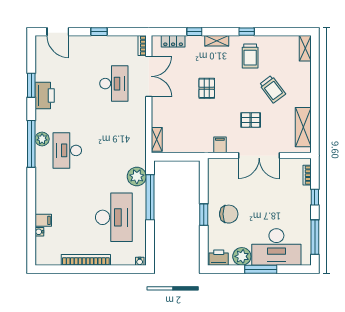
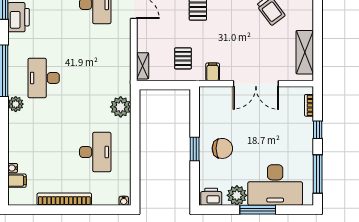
pallet: (251, 120) -> (183, 58), moved, turned 90
plant: (42, 139) -> (16, 104), moved
window: (150, 197) -> (135, 130), removed
desk: (114, 217) -> (95, 152), width x0.73, depth x0.77
filing cabinet: (43, 220) -> (17, 181), moved

